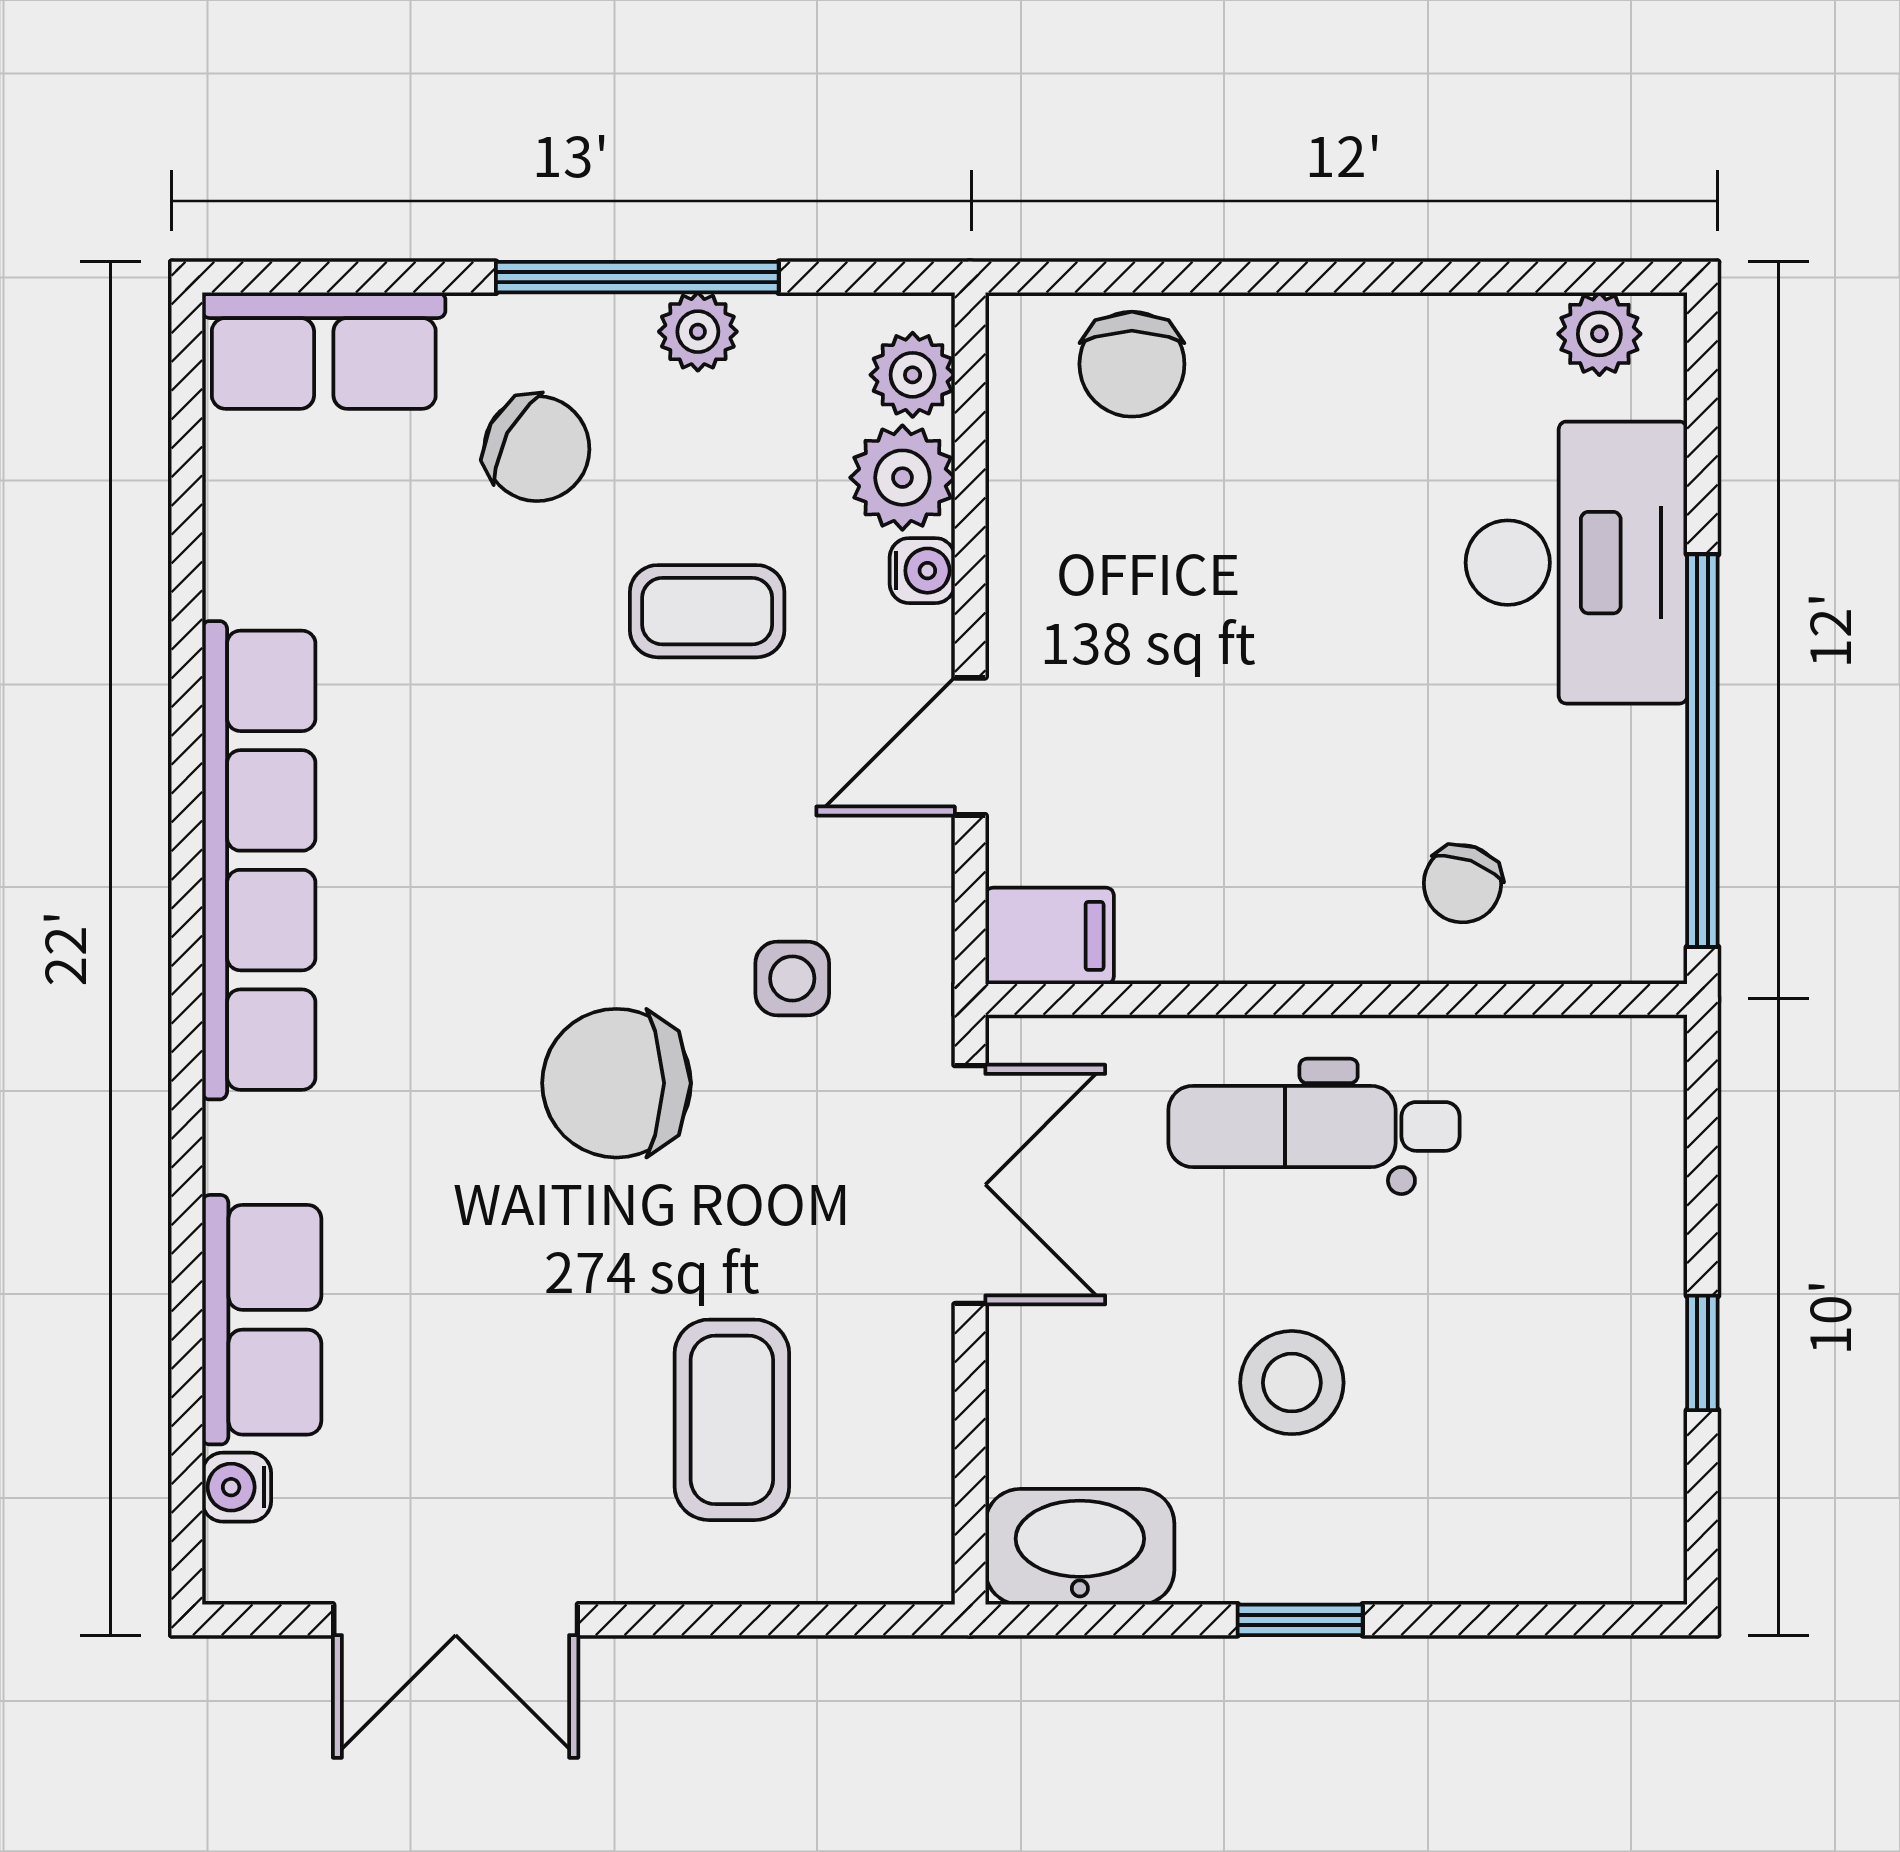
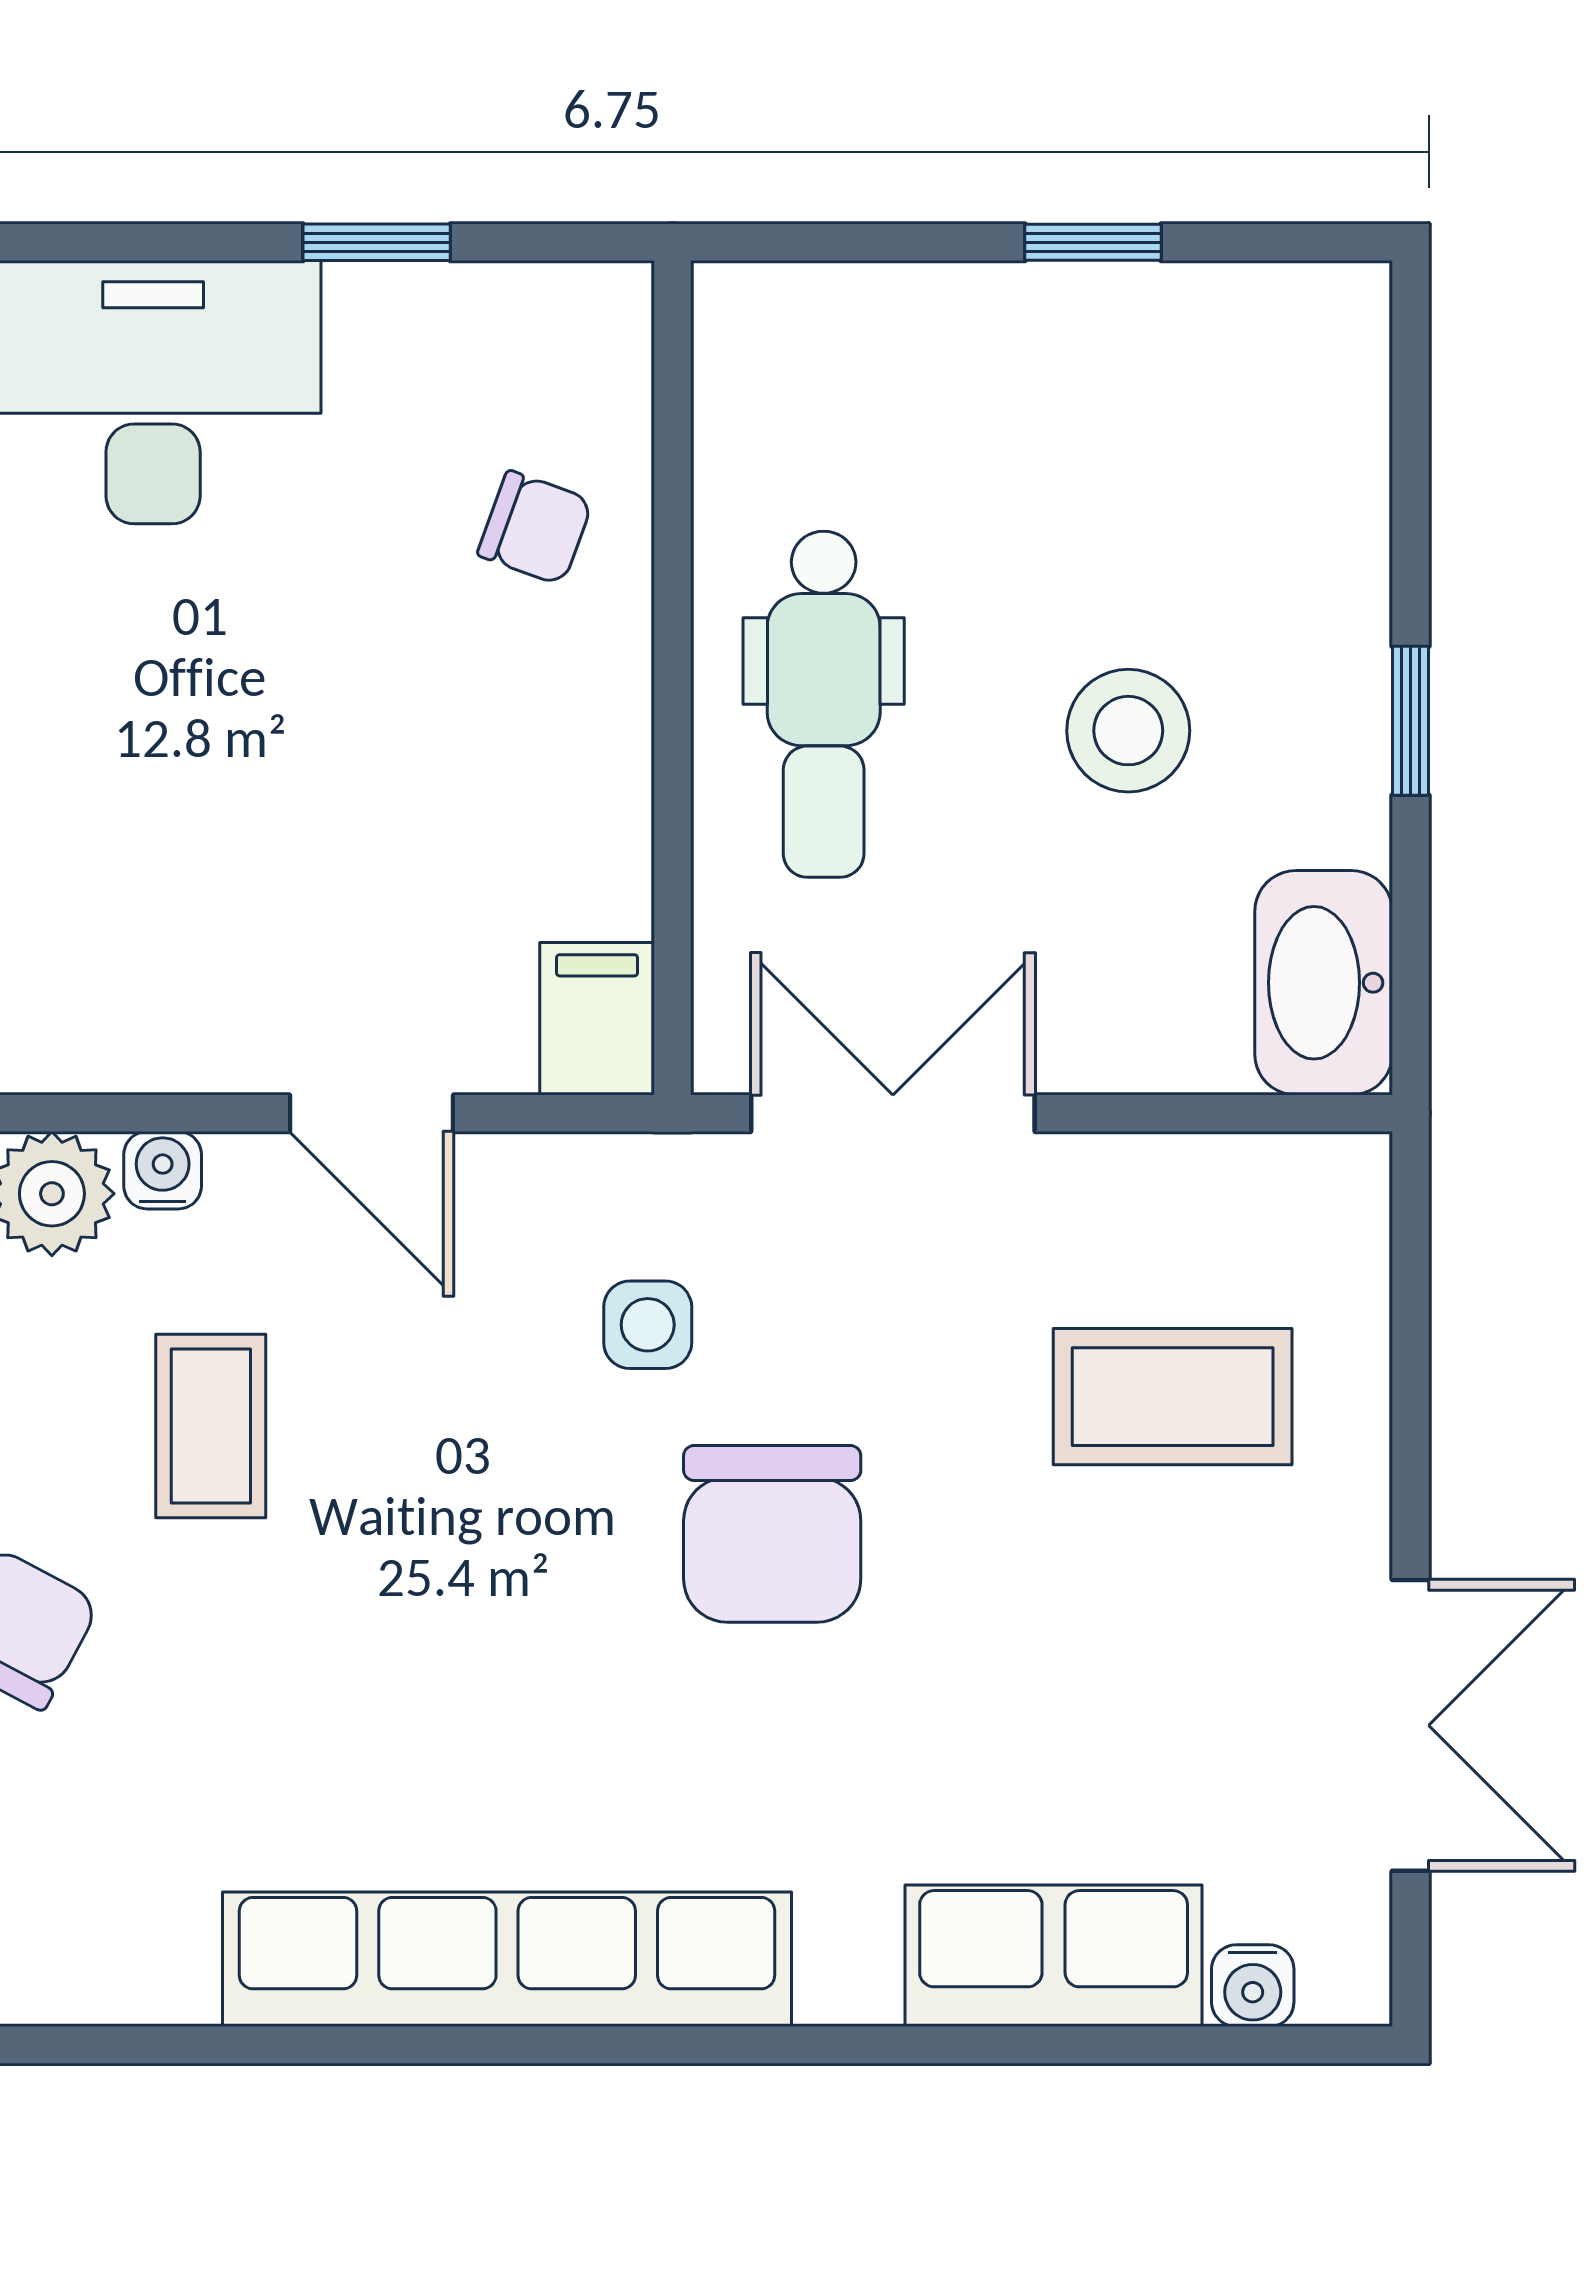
window: (1702, 751) -> (377, 242), width x0.32

